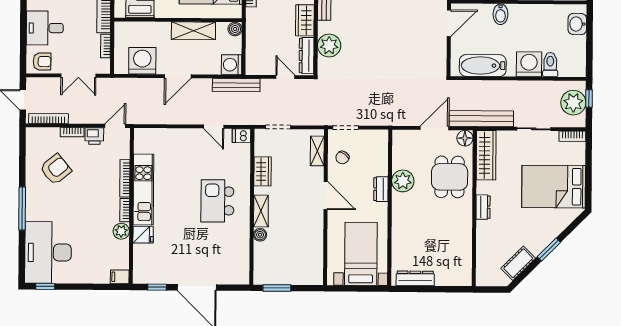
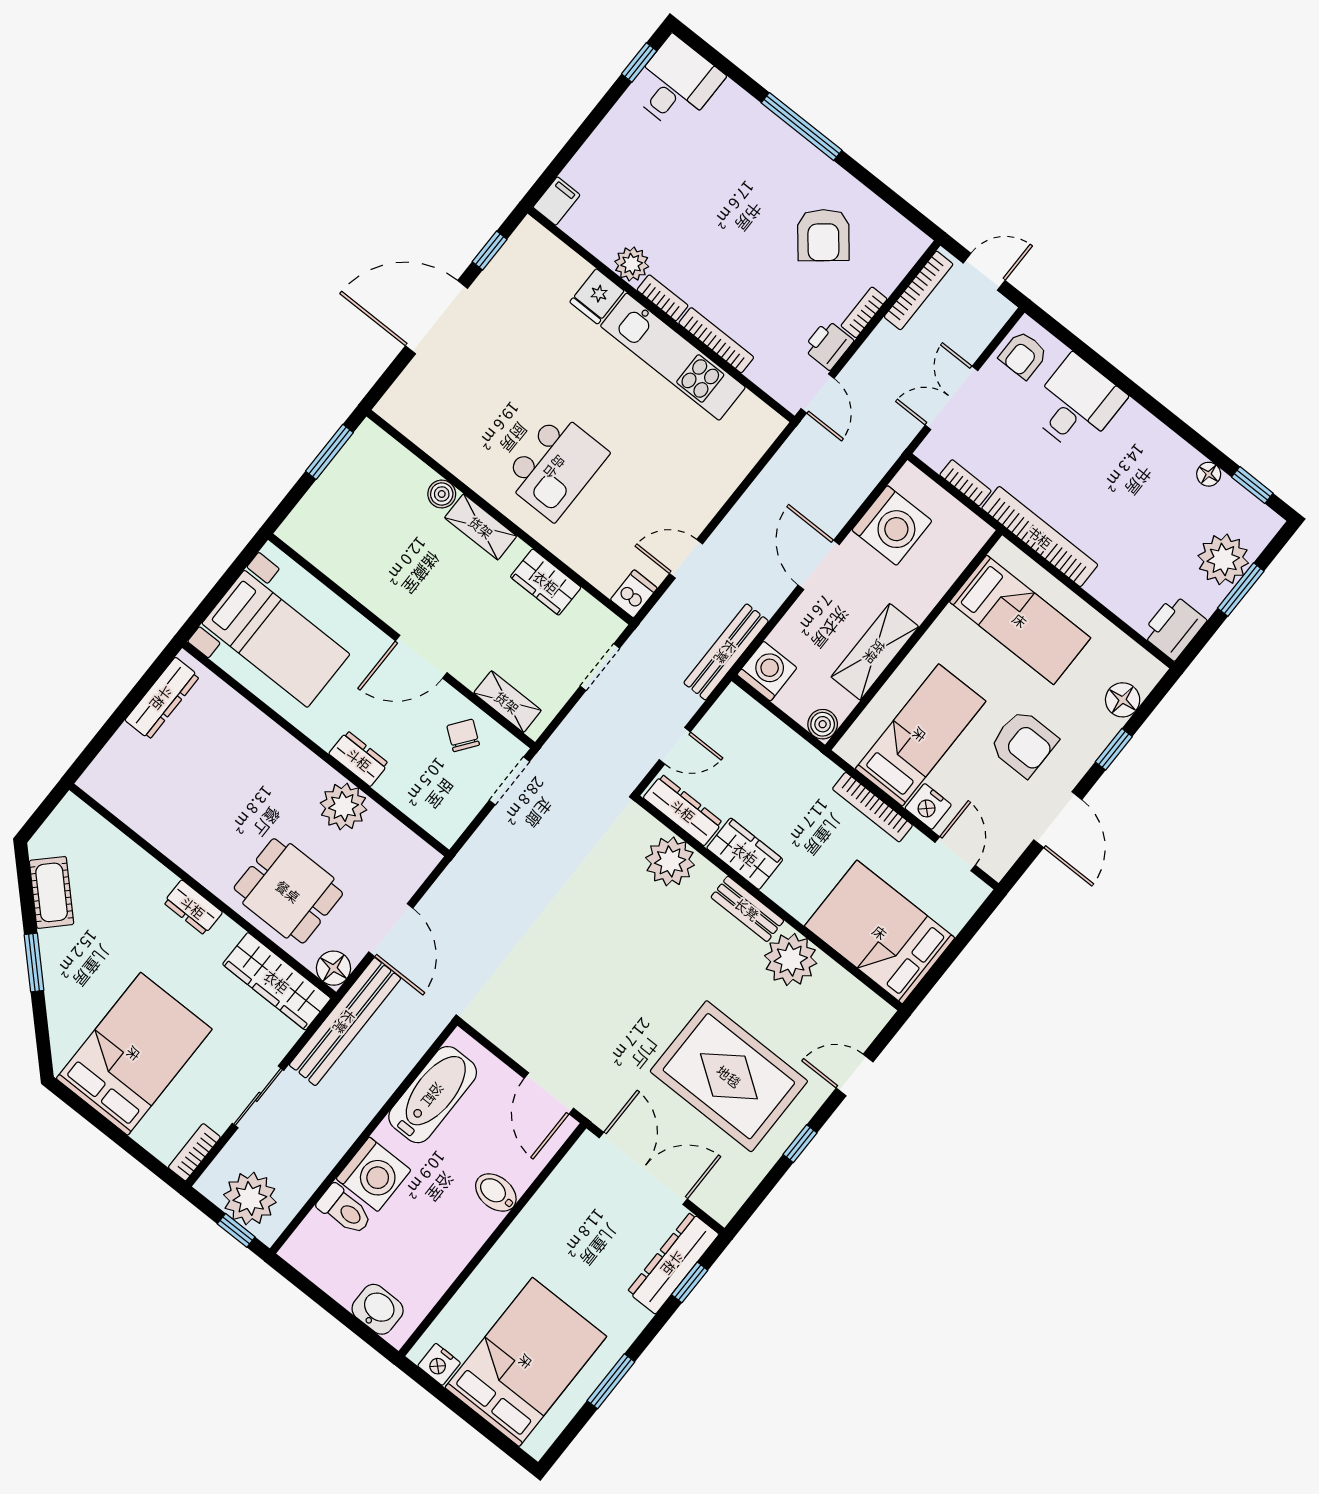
kitchen island: (217, 201) -> (555, 467), turned 90
desk: (48, 252) -> (676, 84), width x0.53, depth x0.77

